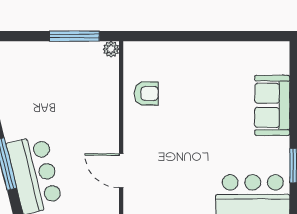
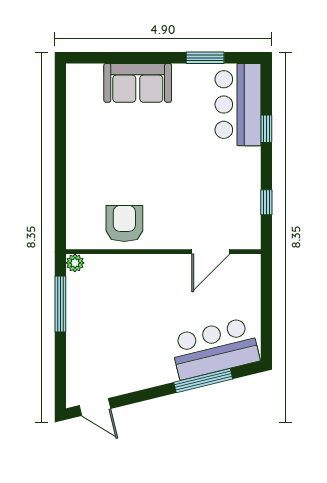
armchair: (146, 93) -> (124, 224), width x1.38, depth x1.38

